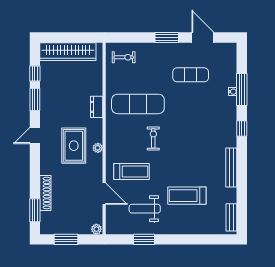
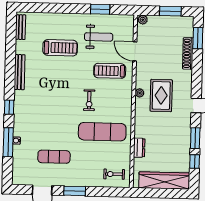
dresser: (97, 107) -> (139, 148), moved

